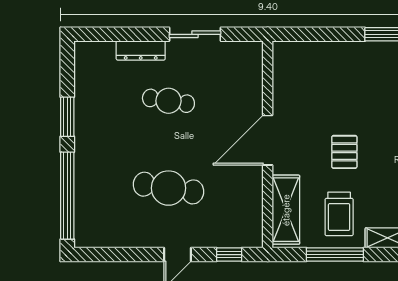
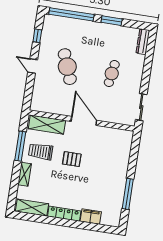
sliding door: (195, 34) -> (141, 107), moved
dresser: (141, 50) -> (143, 42), moved
cafe table: (168, 188) -> (67, 67), turned -30
window: (229, 255) -> (37, 36), moved

